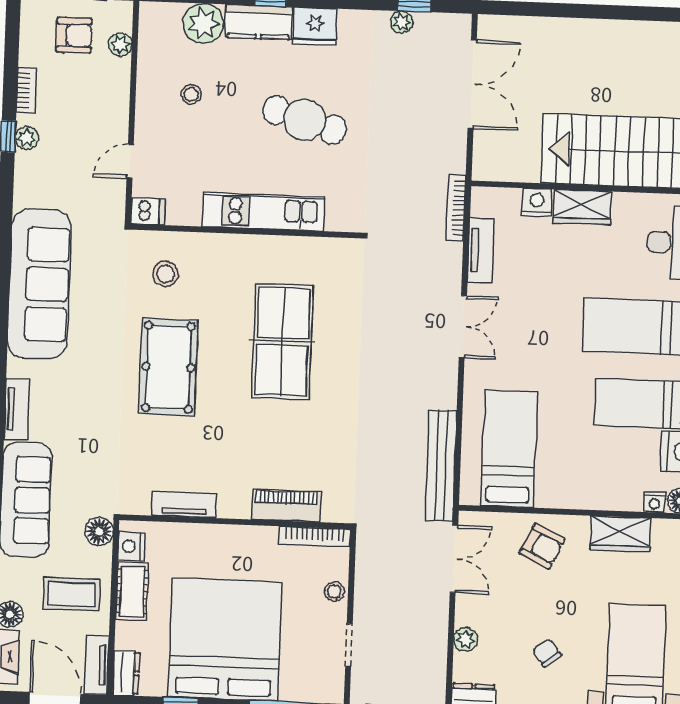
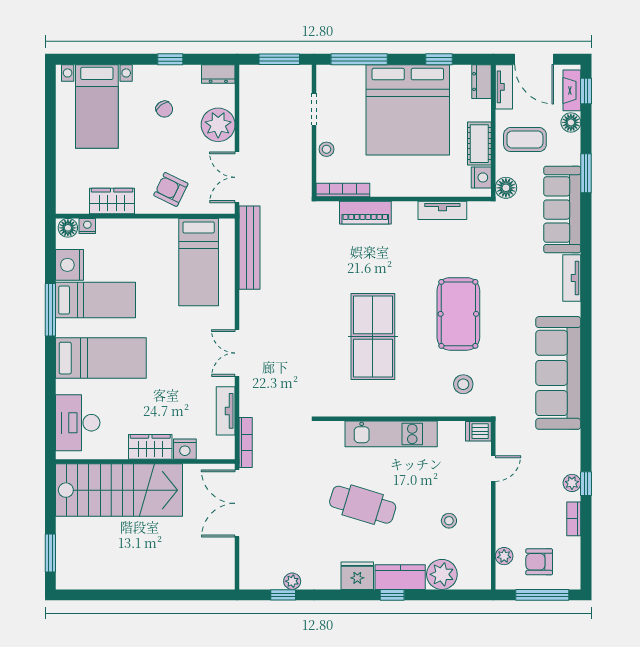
double door: (472, 84) -> (237, 503), moved
plant: (466, 639) -> (218, 125), width x1.88, depth x1.88

